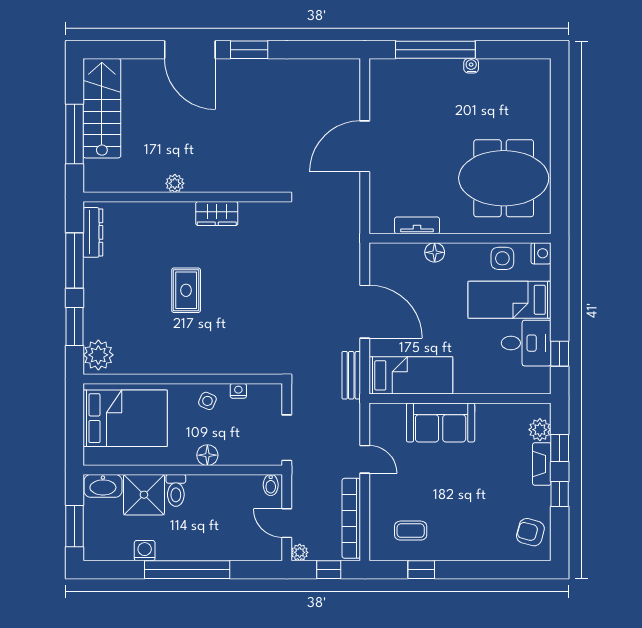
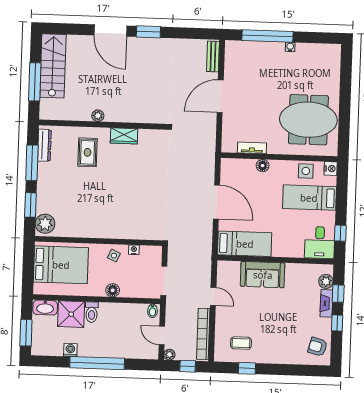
rug: (186, 290) -> (87, 152), moved
desk: (526, 343) -> (320, 243), moved, turned 90
bench: (351, 375) -> (213, 56), moved

